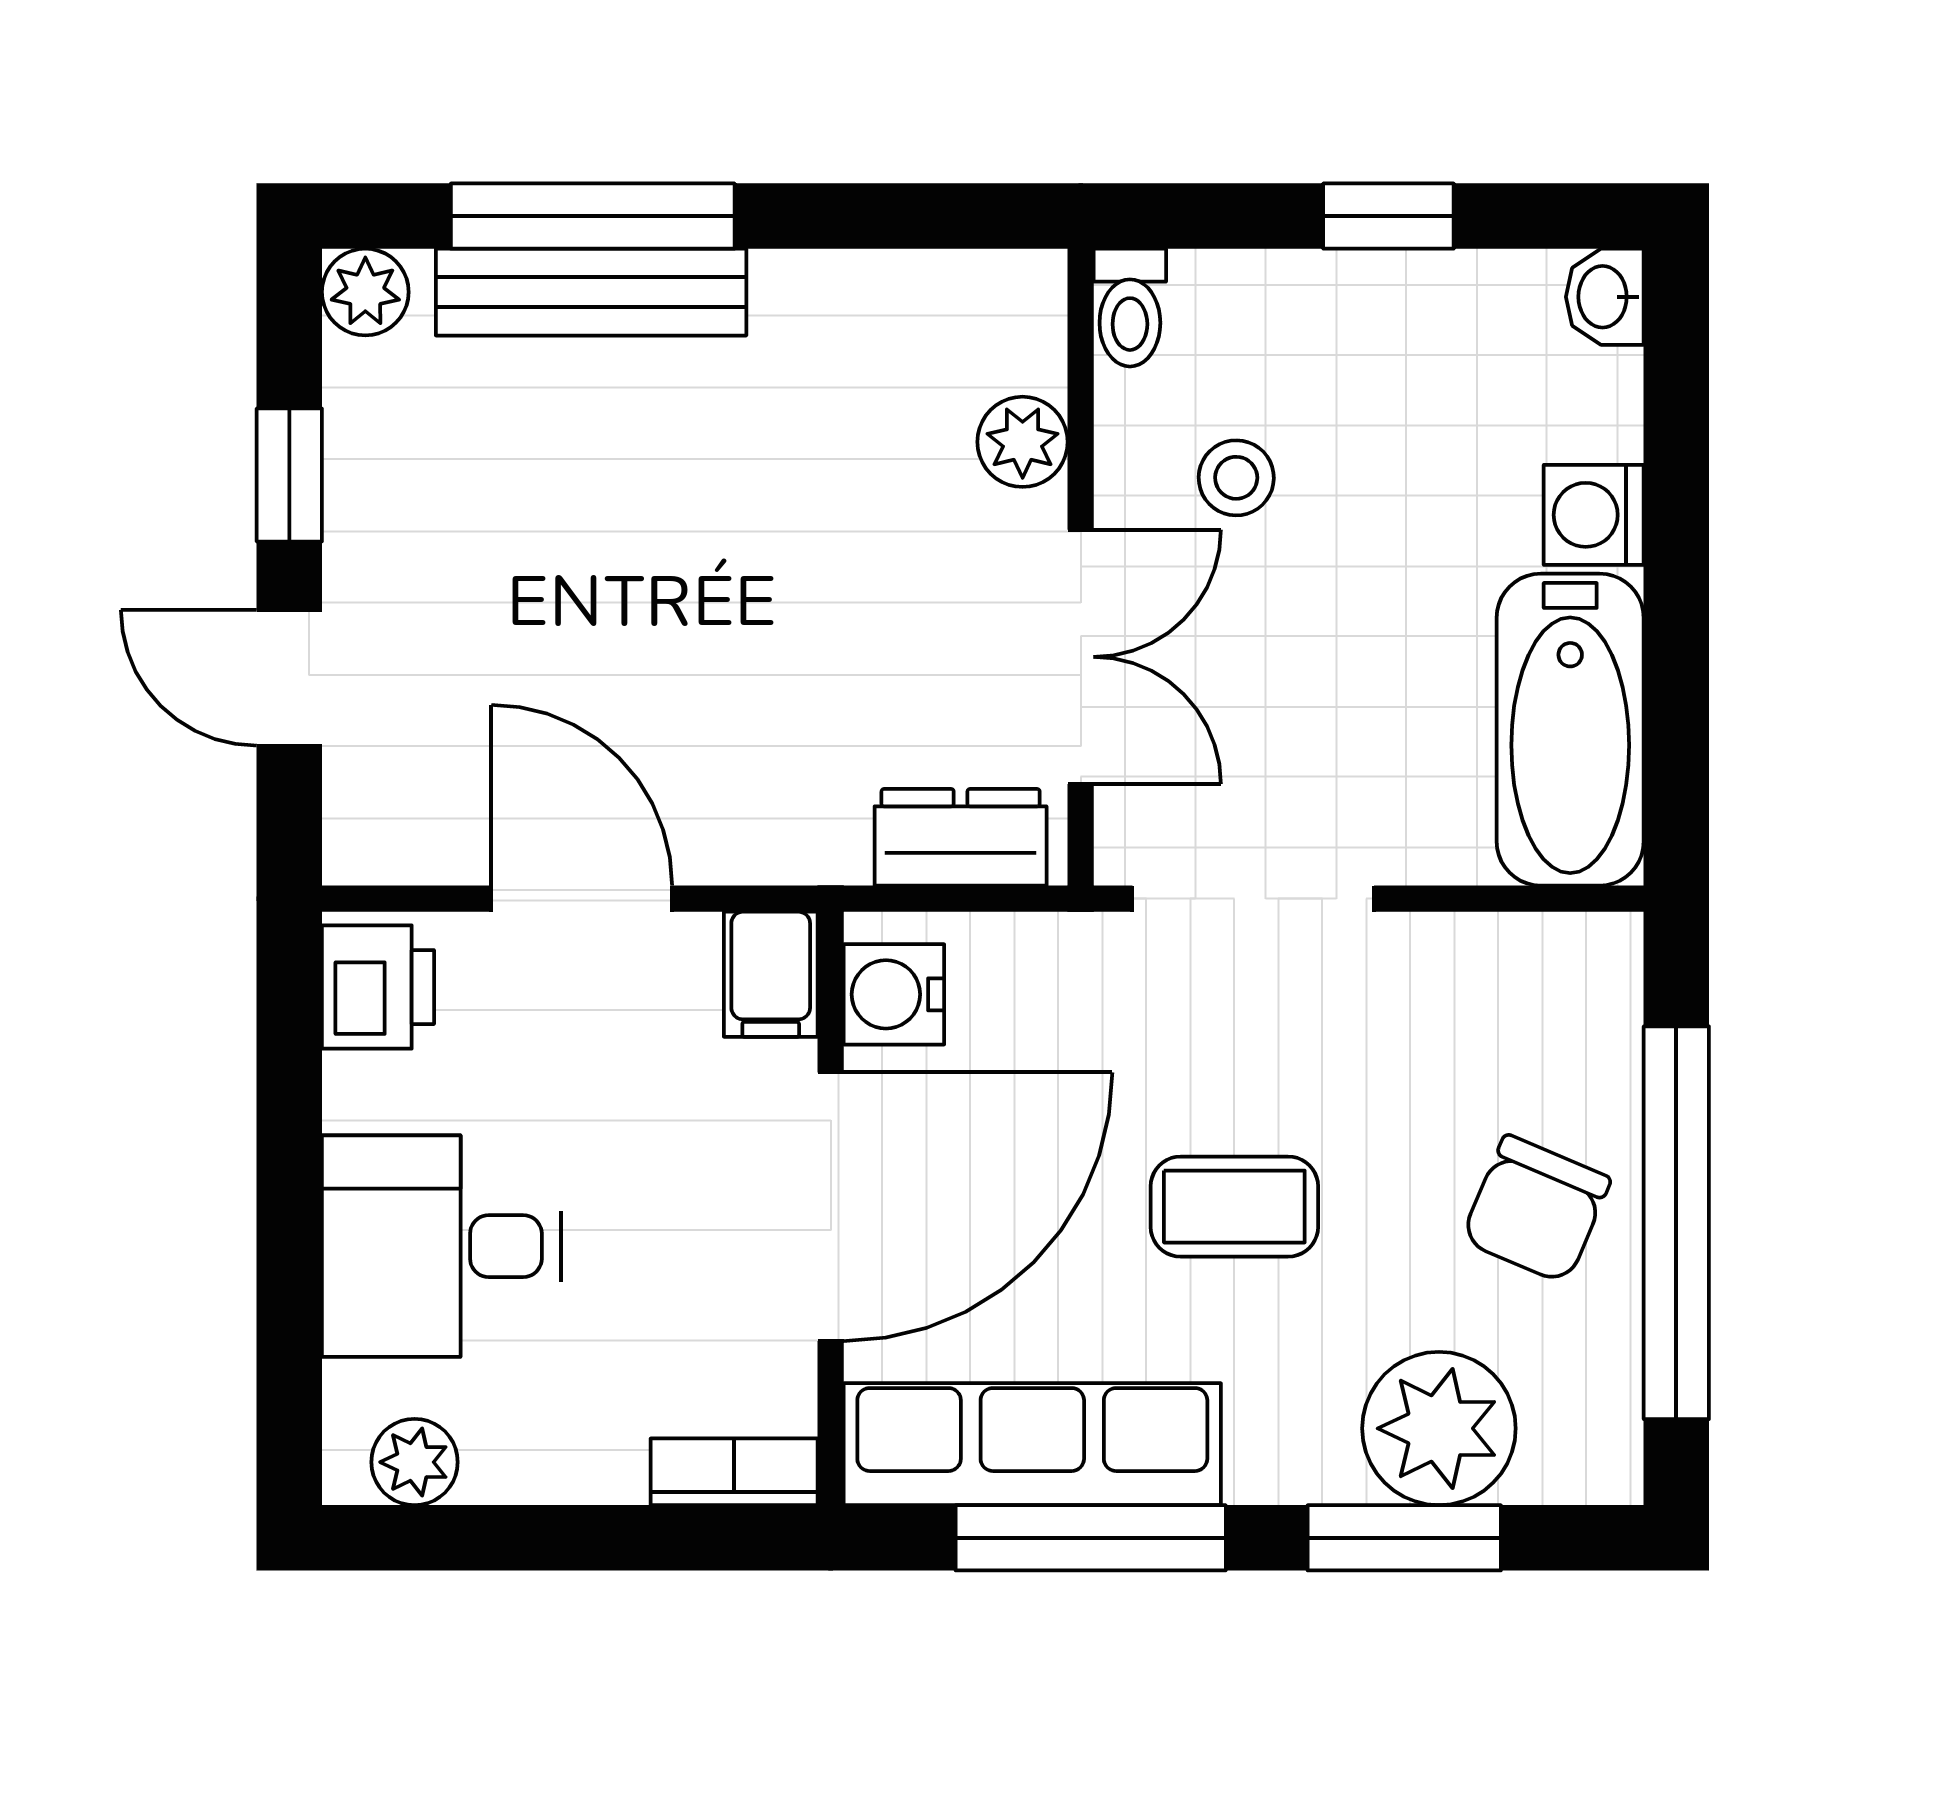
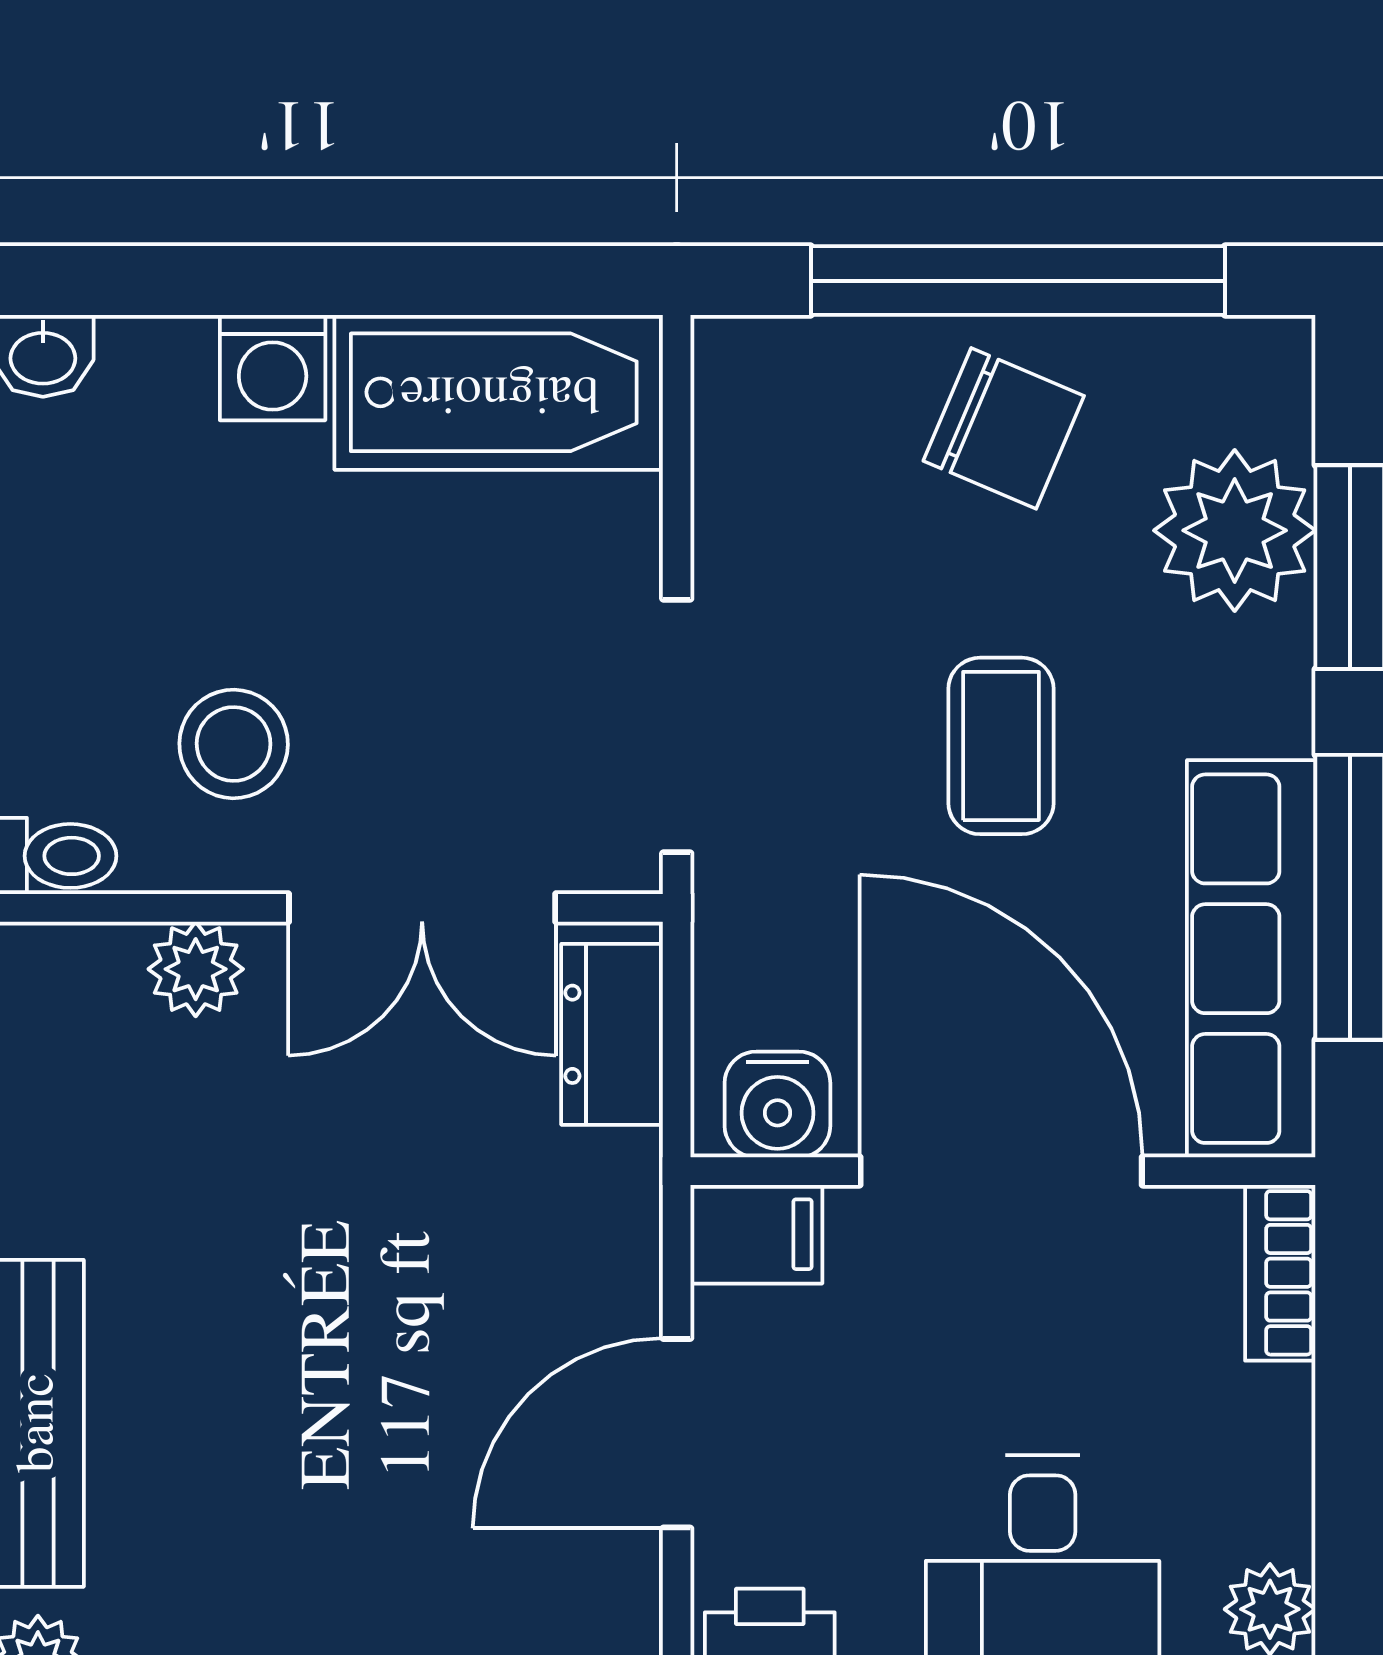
stool: (1236, 478) -> (234, 744), width x1.37, depth x1.37
double door: (1081, 657) -> (422, 908), swing flipped

